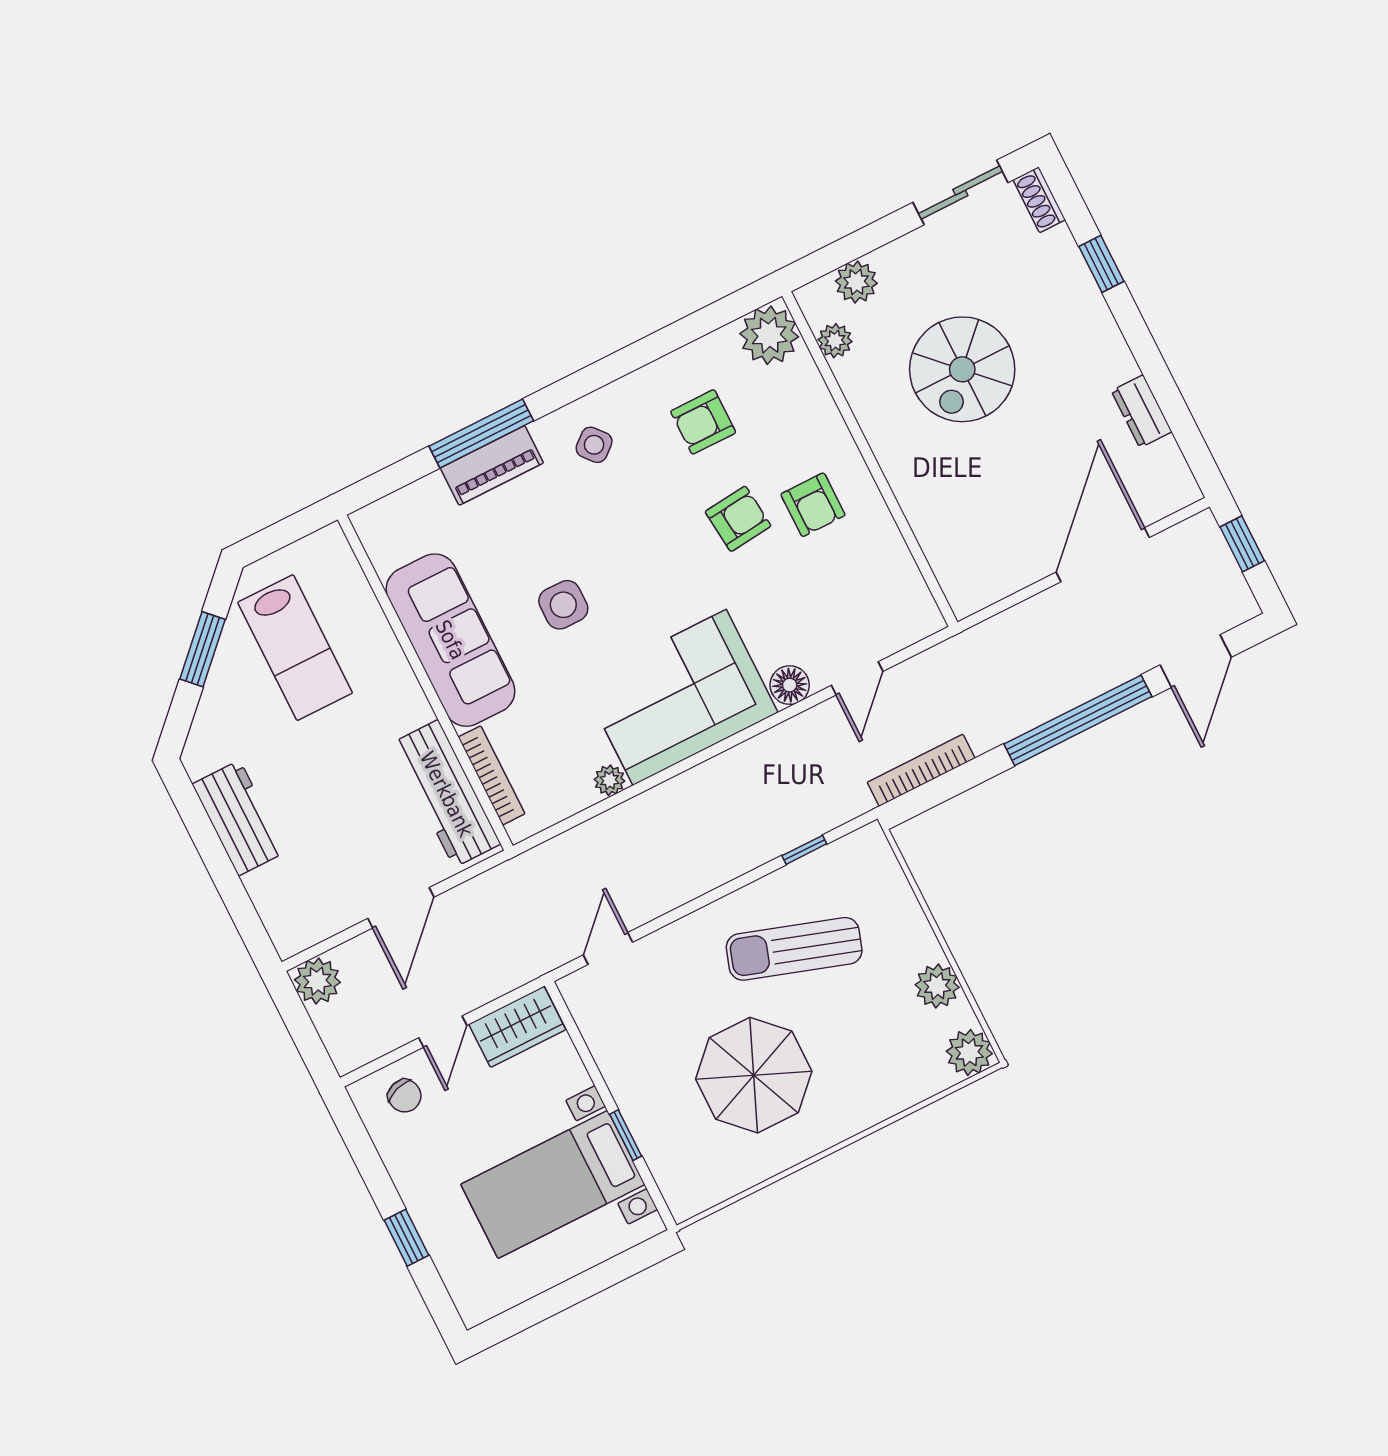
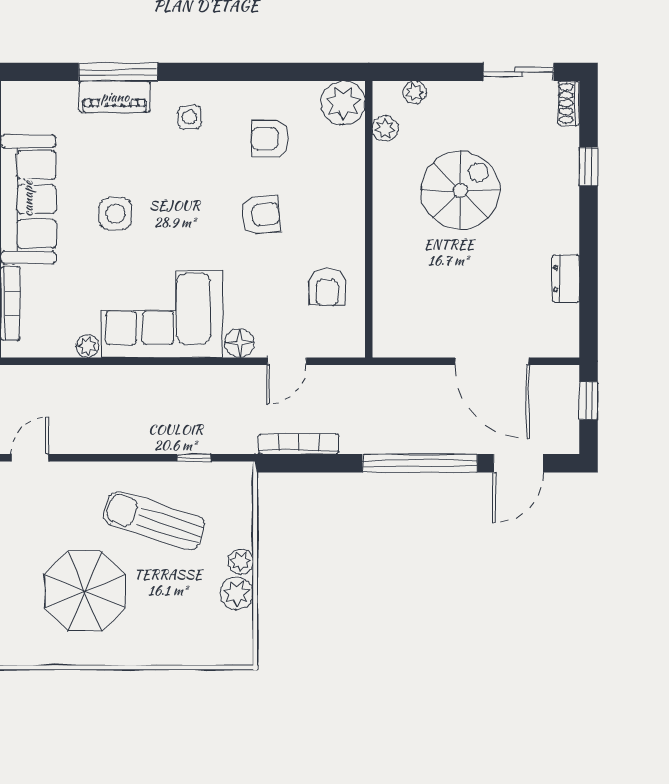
plant: (856, 282) -> (415, 92), width x0.73, depth x0.73
spiral stairs: (962, 369) -> (460, 190), turned 180
side table: (594, 445) -> (190, 117), turned 36
armchair: (813, 505) -> (327, 287), moved
door: (1103, 555) -> (492, 361), swing flipped
plant: (969, 1052) -> (241, 562), moved, width x0.73, depth x0.73

